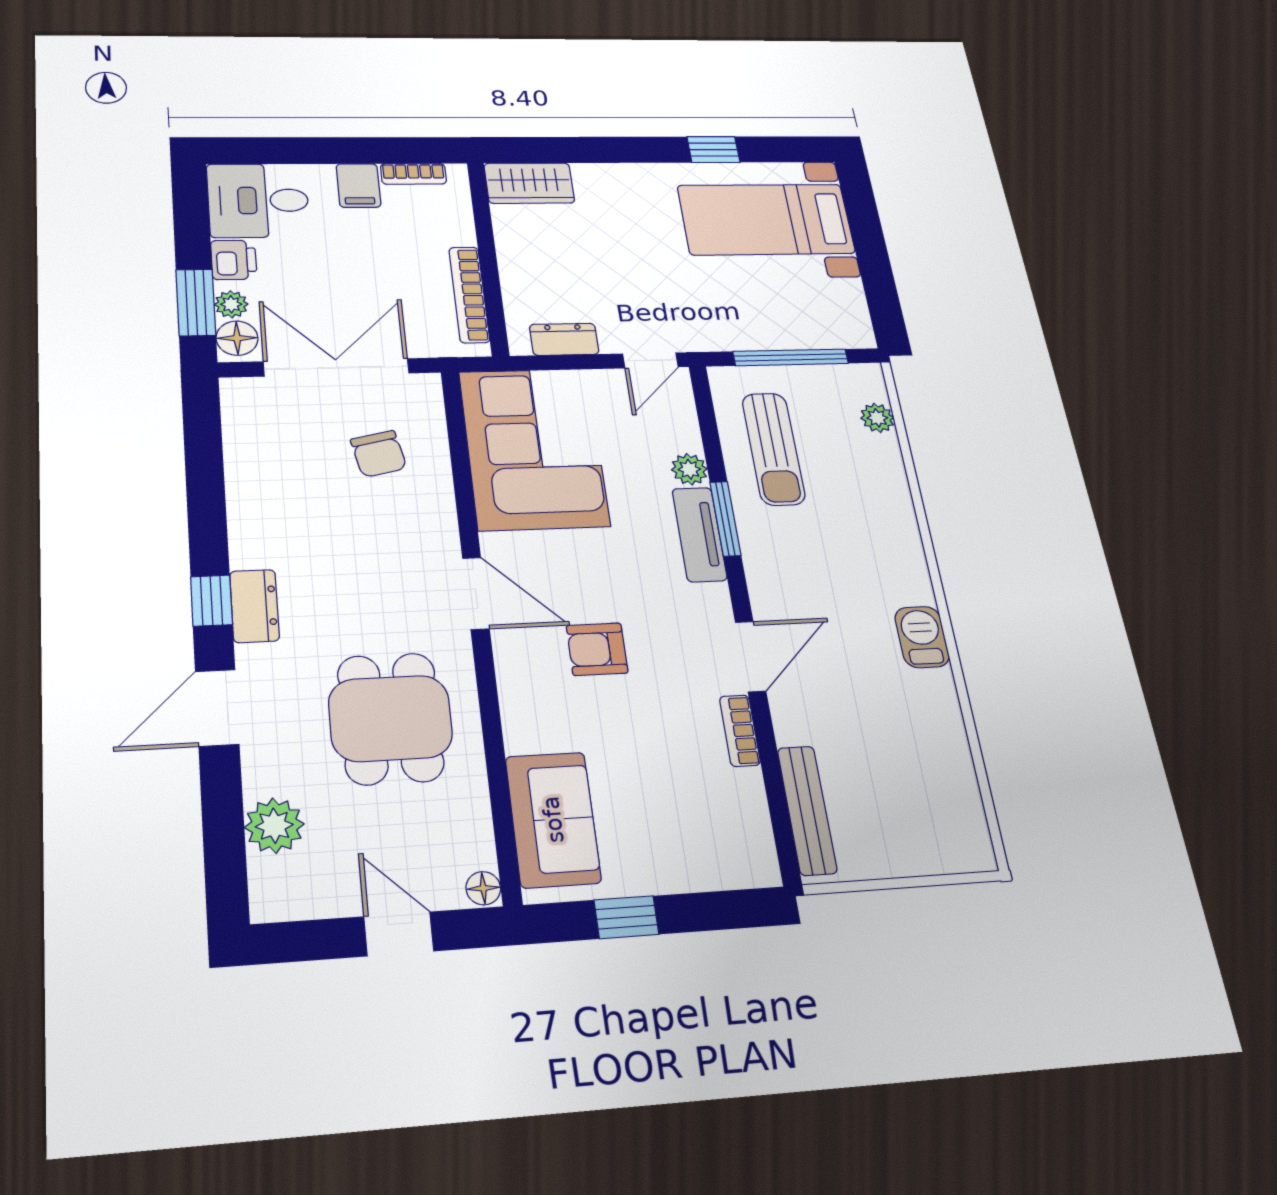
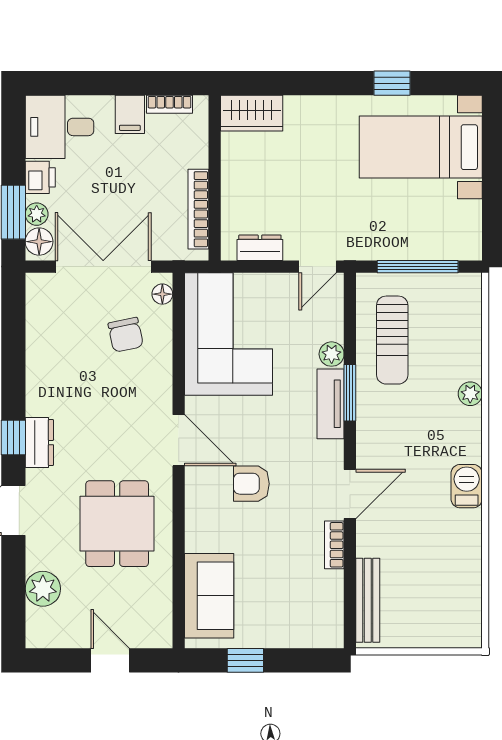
plant: (877, 418) -> (470, 394), moved
floor lamp: (483, 888) -> (162, 294), moved

